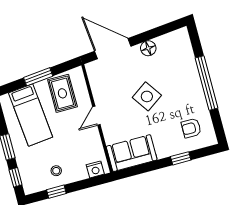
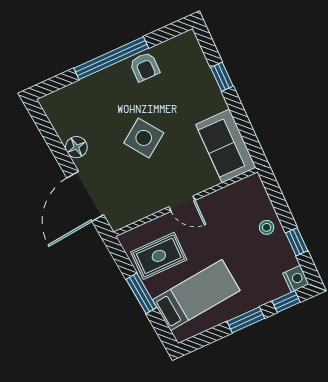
armchair: (191, 128) -> (145, 67), moved
nightstand: (95, 169) -> (296, 279), moved
stool: (56, 171) -> (267, 227), moved

